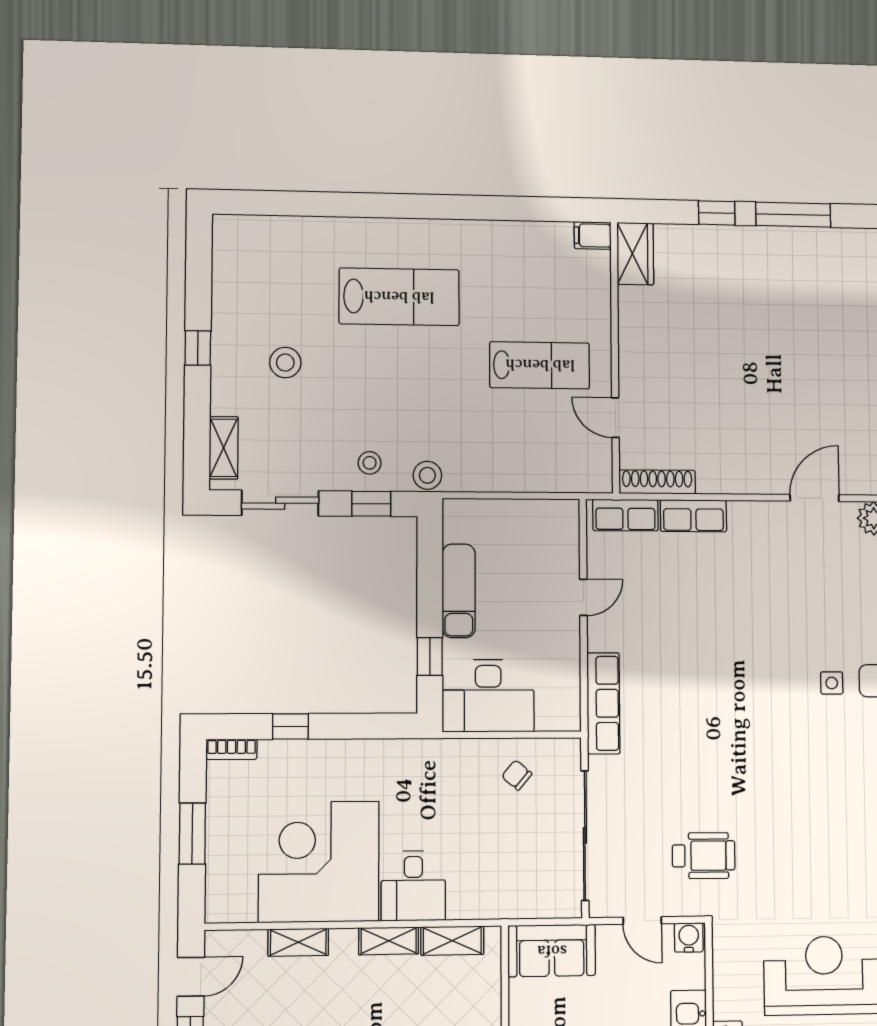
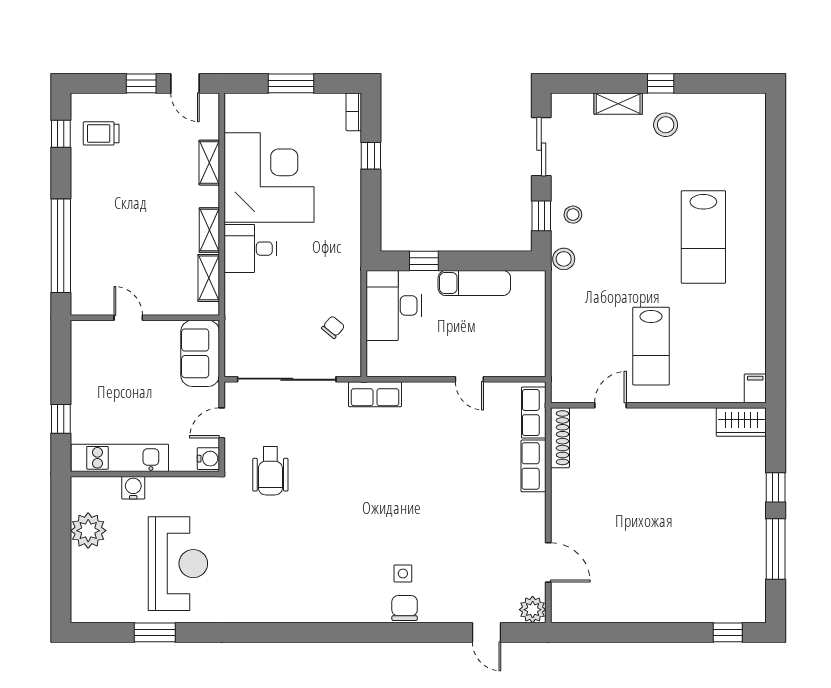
stool: (285, 363) -> (666, 125), moved
shelving: (224, 448) -> (618, 104), moved
row of seats: (603, 703) -> (375, 394), width x0.68

